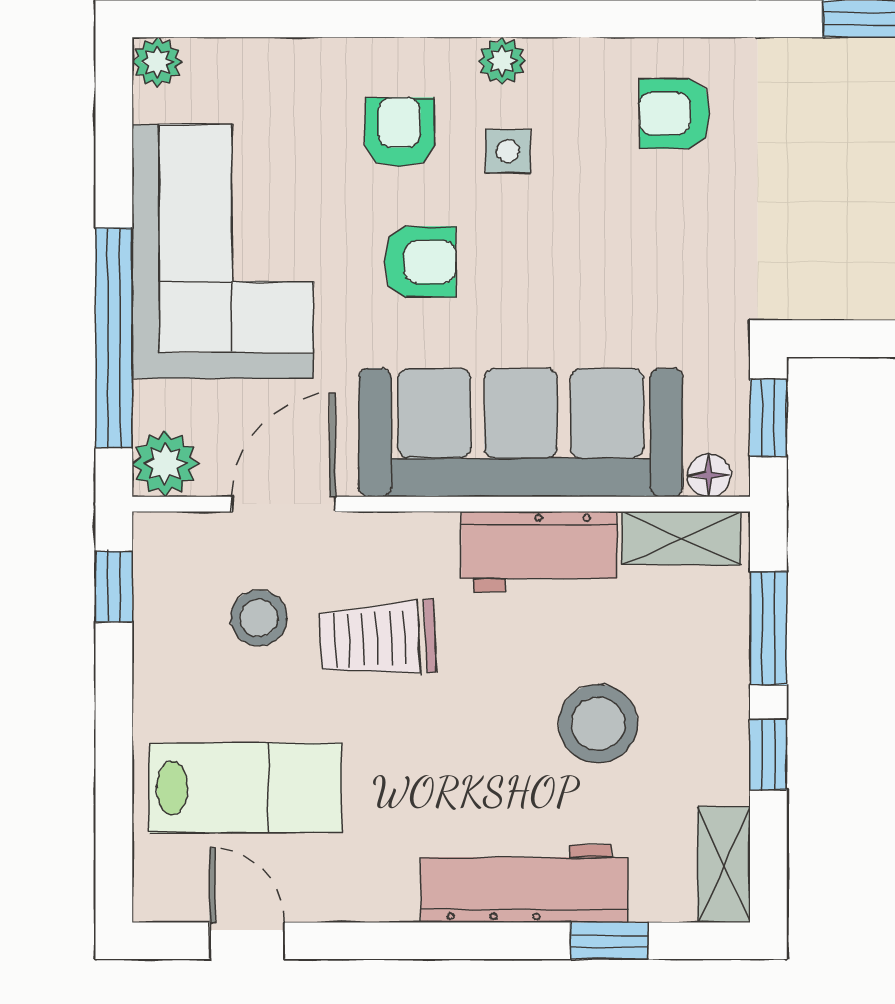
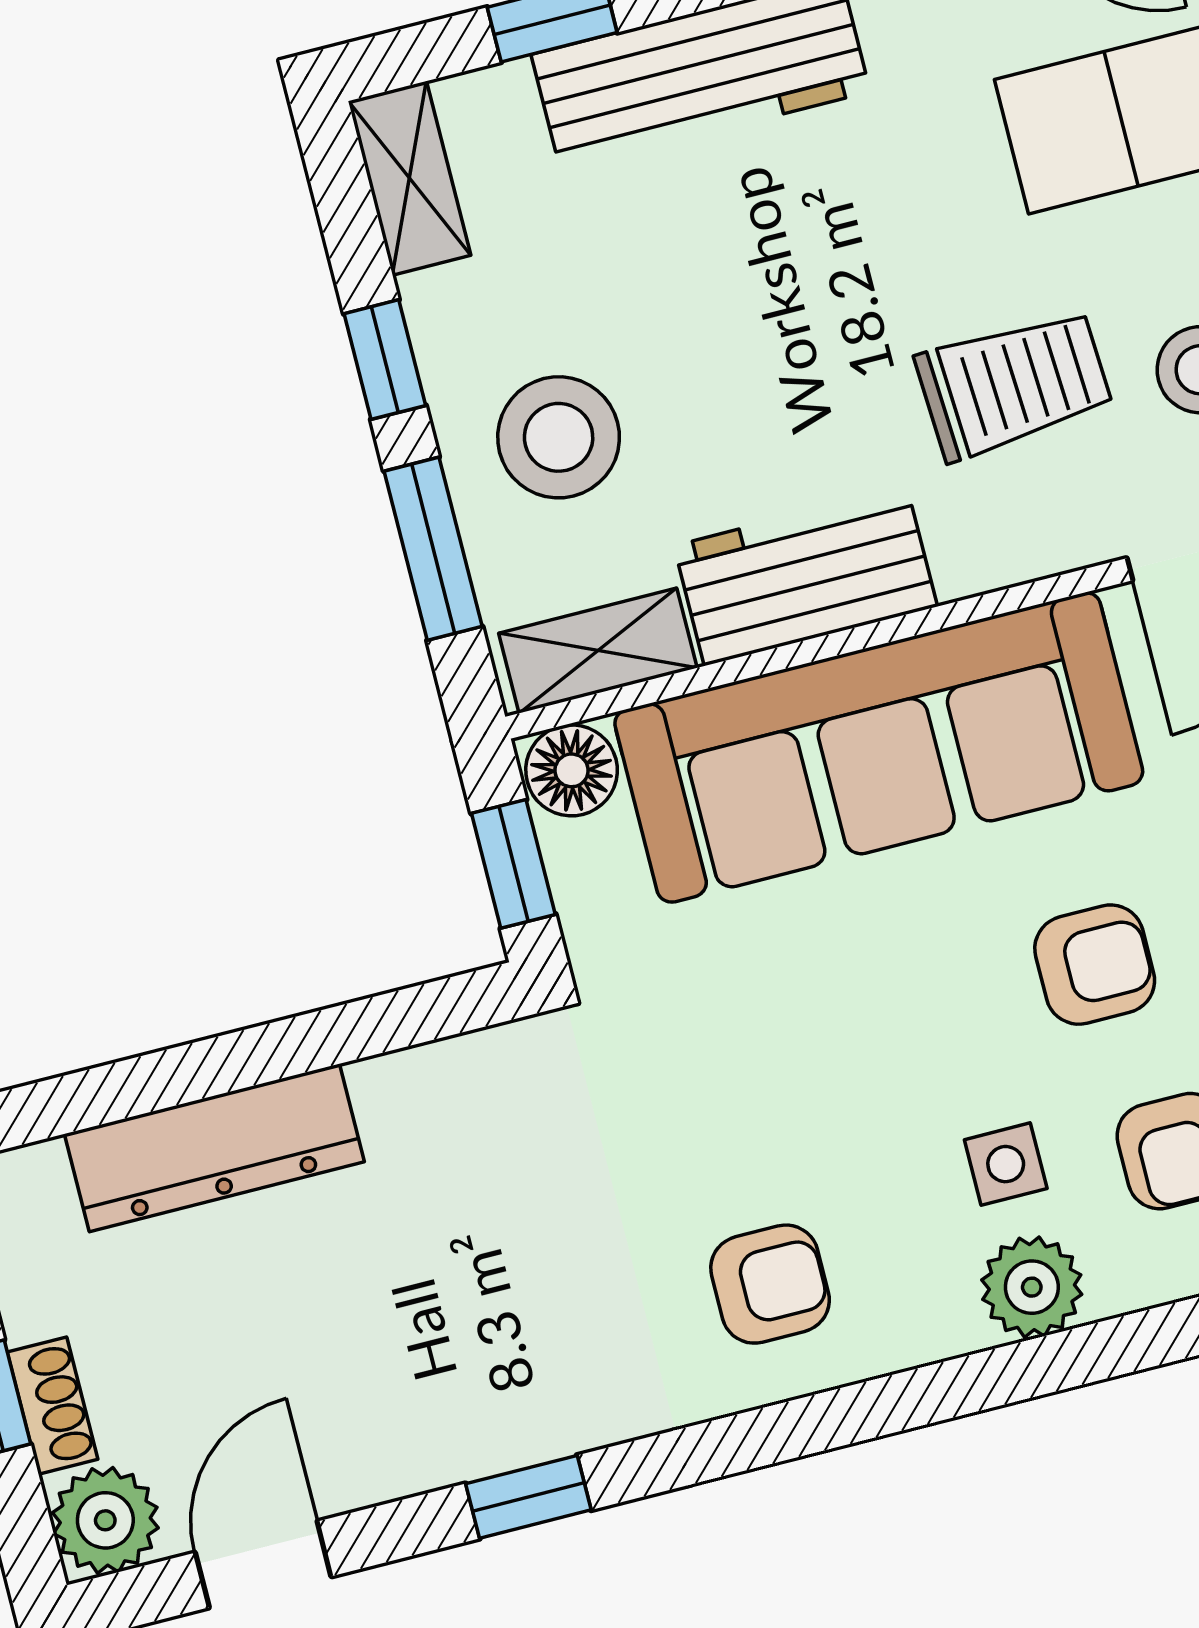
plant: (502, 61) -> (1032, 1287), width x1.38, depth x1.38
armchair: (420, 262) -> (1095, 965), turned 180
floor lamp: (709, 475) -> (572, 770), width x1.37, depth x1.37
stool: (598, 724) -> (559, 437), moved

